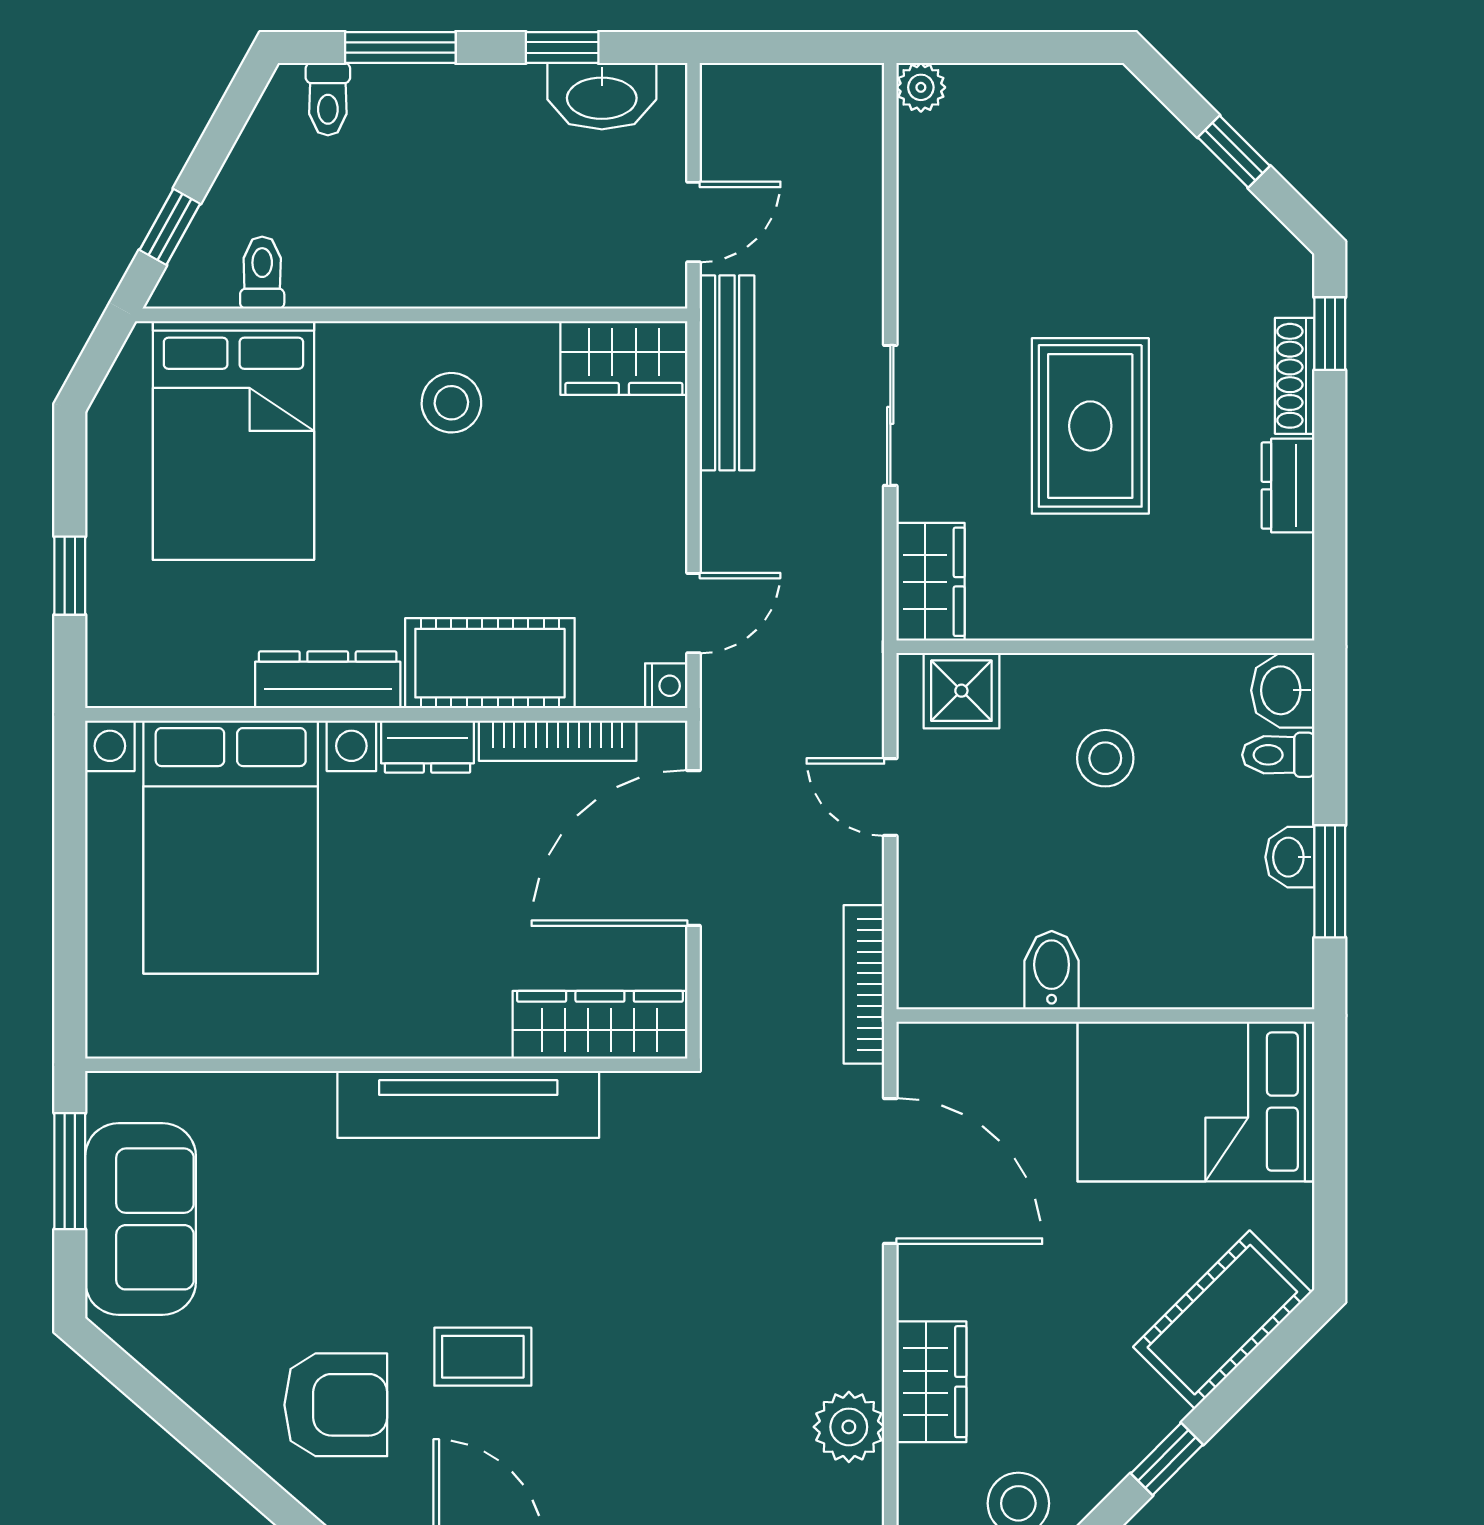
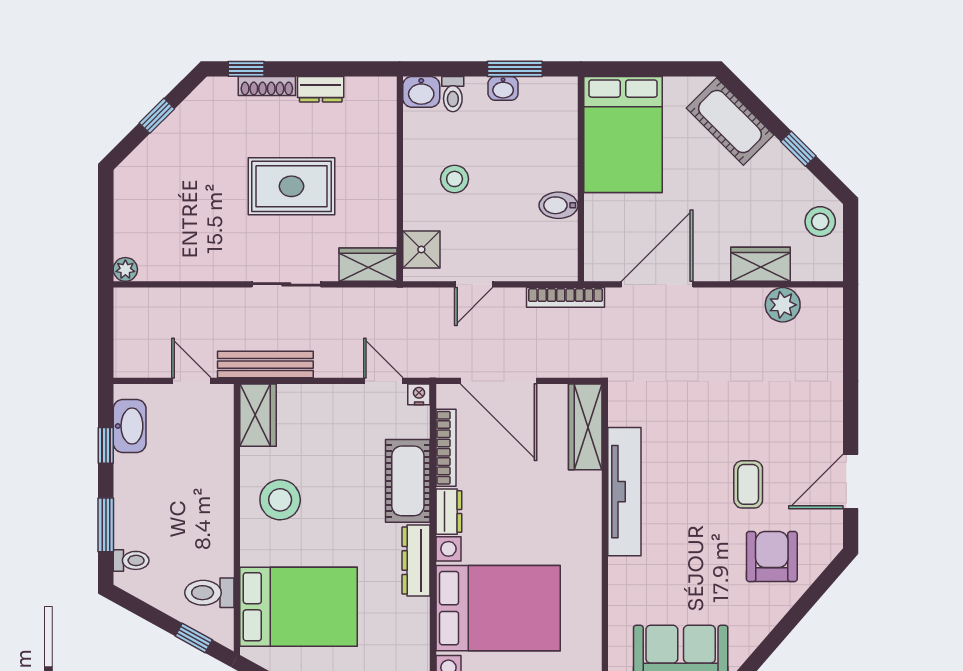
toilet: (262, 273) -> (209, 593), width x1.37, depth x1.39
stool: (451, 403) -> (280, 500), width x1.38, depth x1.38

